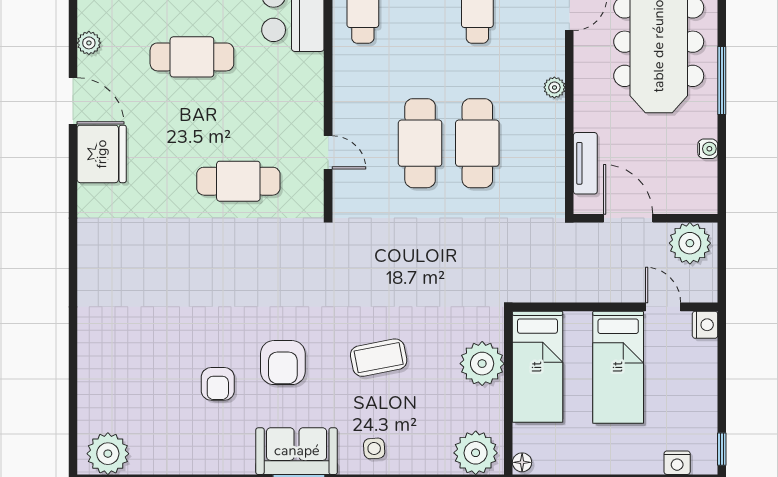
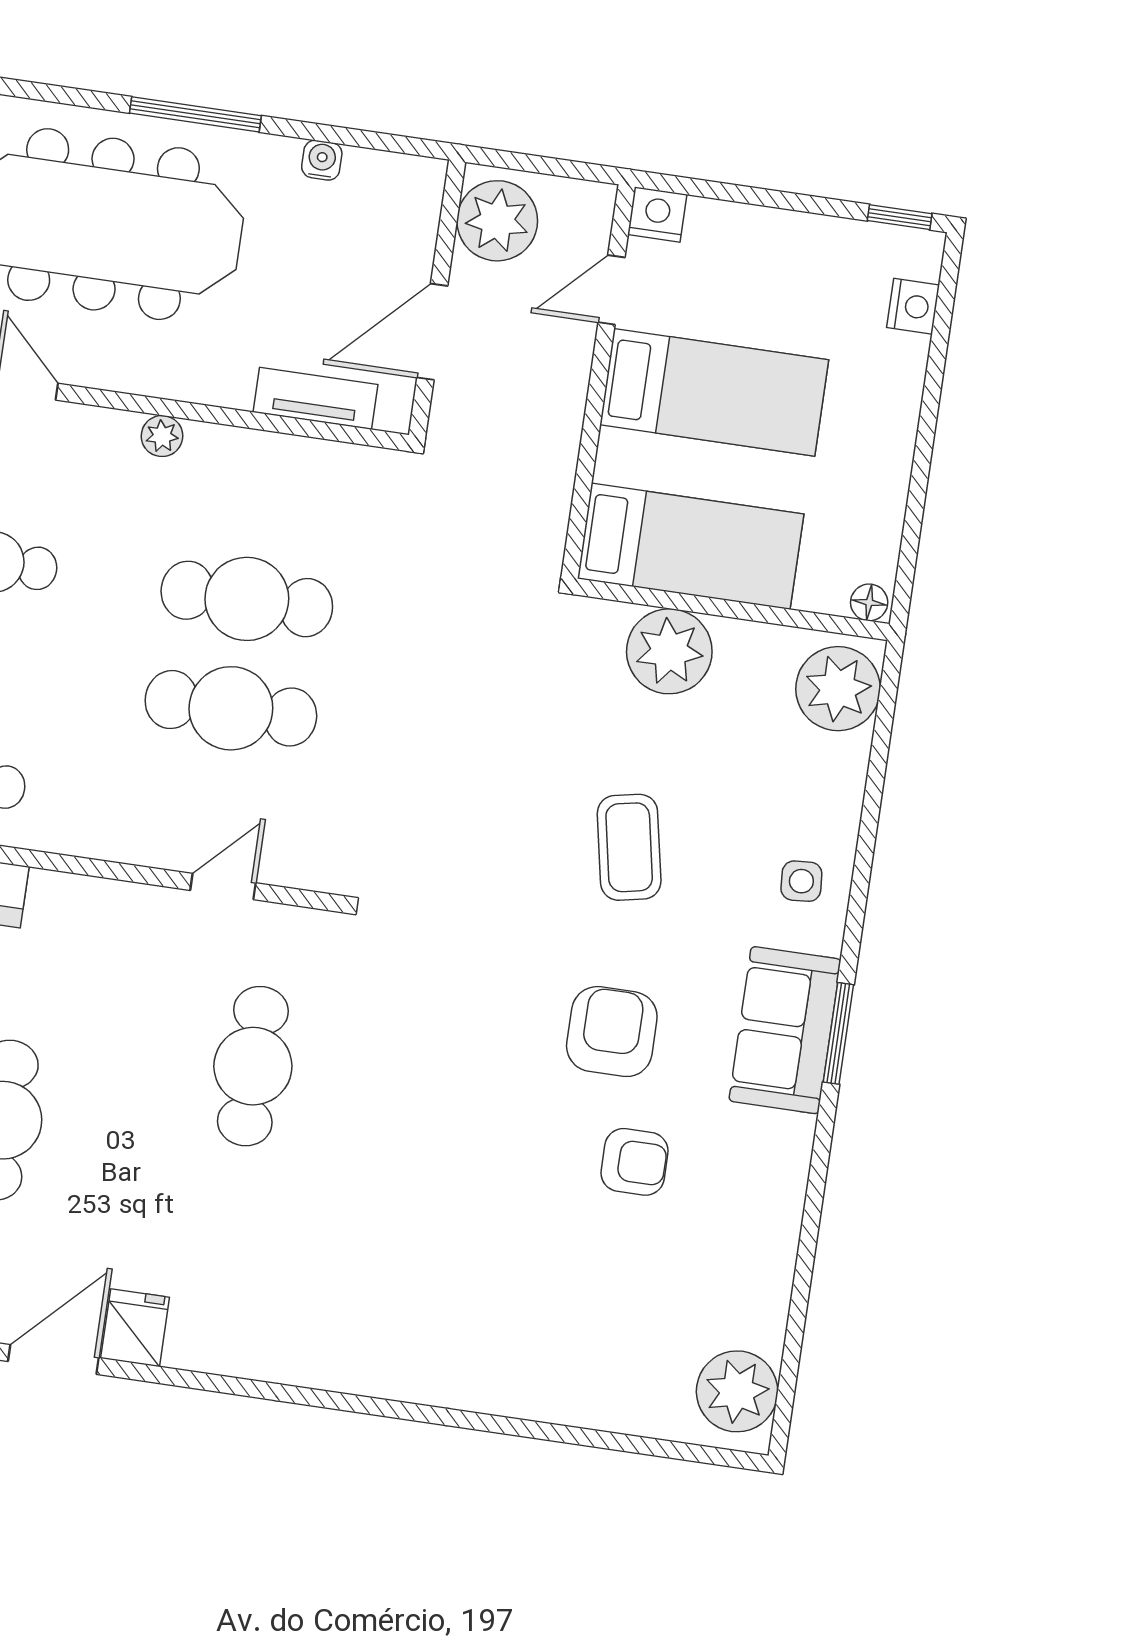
fridge: (102, 154) -> (135, 1328), width x0.53, depth x0.75
armchair: (283, 363) -> (612, 1032), turned -90

